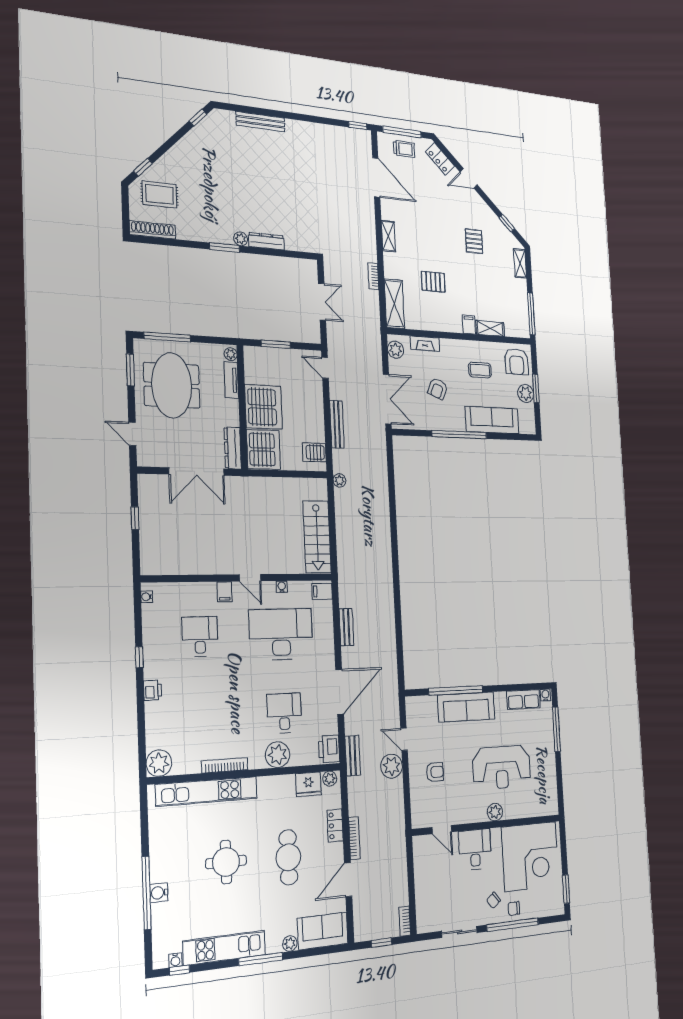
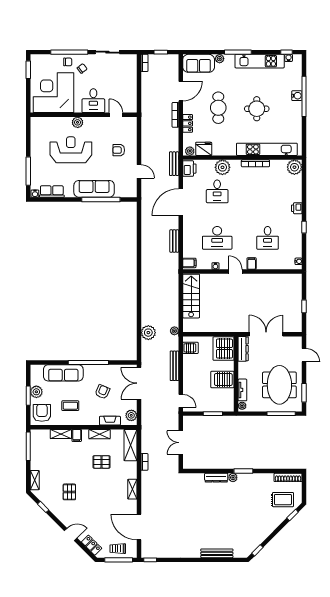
shelving: (438, 324) -> (100, 434), added
server rack: (264, 407) -> (222, 379), width x0.62
desk: (281, 634) -> (217, 238), width x0.73, depth x0.77
plant: (392, 766) -> (148, 333), moved

